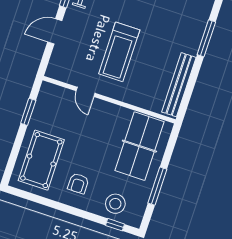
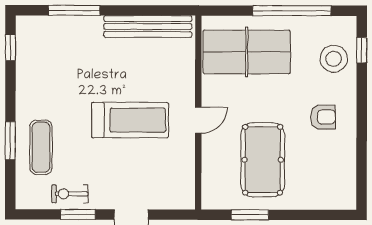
door: (86, 92) -> (198, 120), moved
pool table: (41, 160) -> (263, 160), moved, turned 90
window: (157, 186) -> (292, 11), width x1.46

